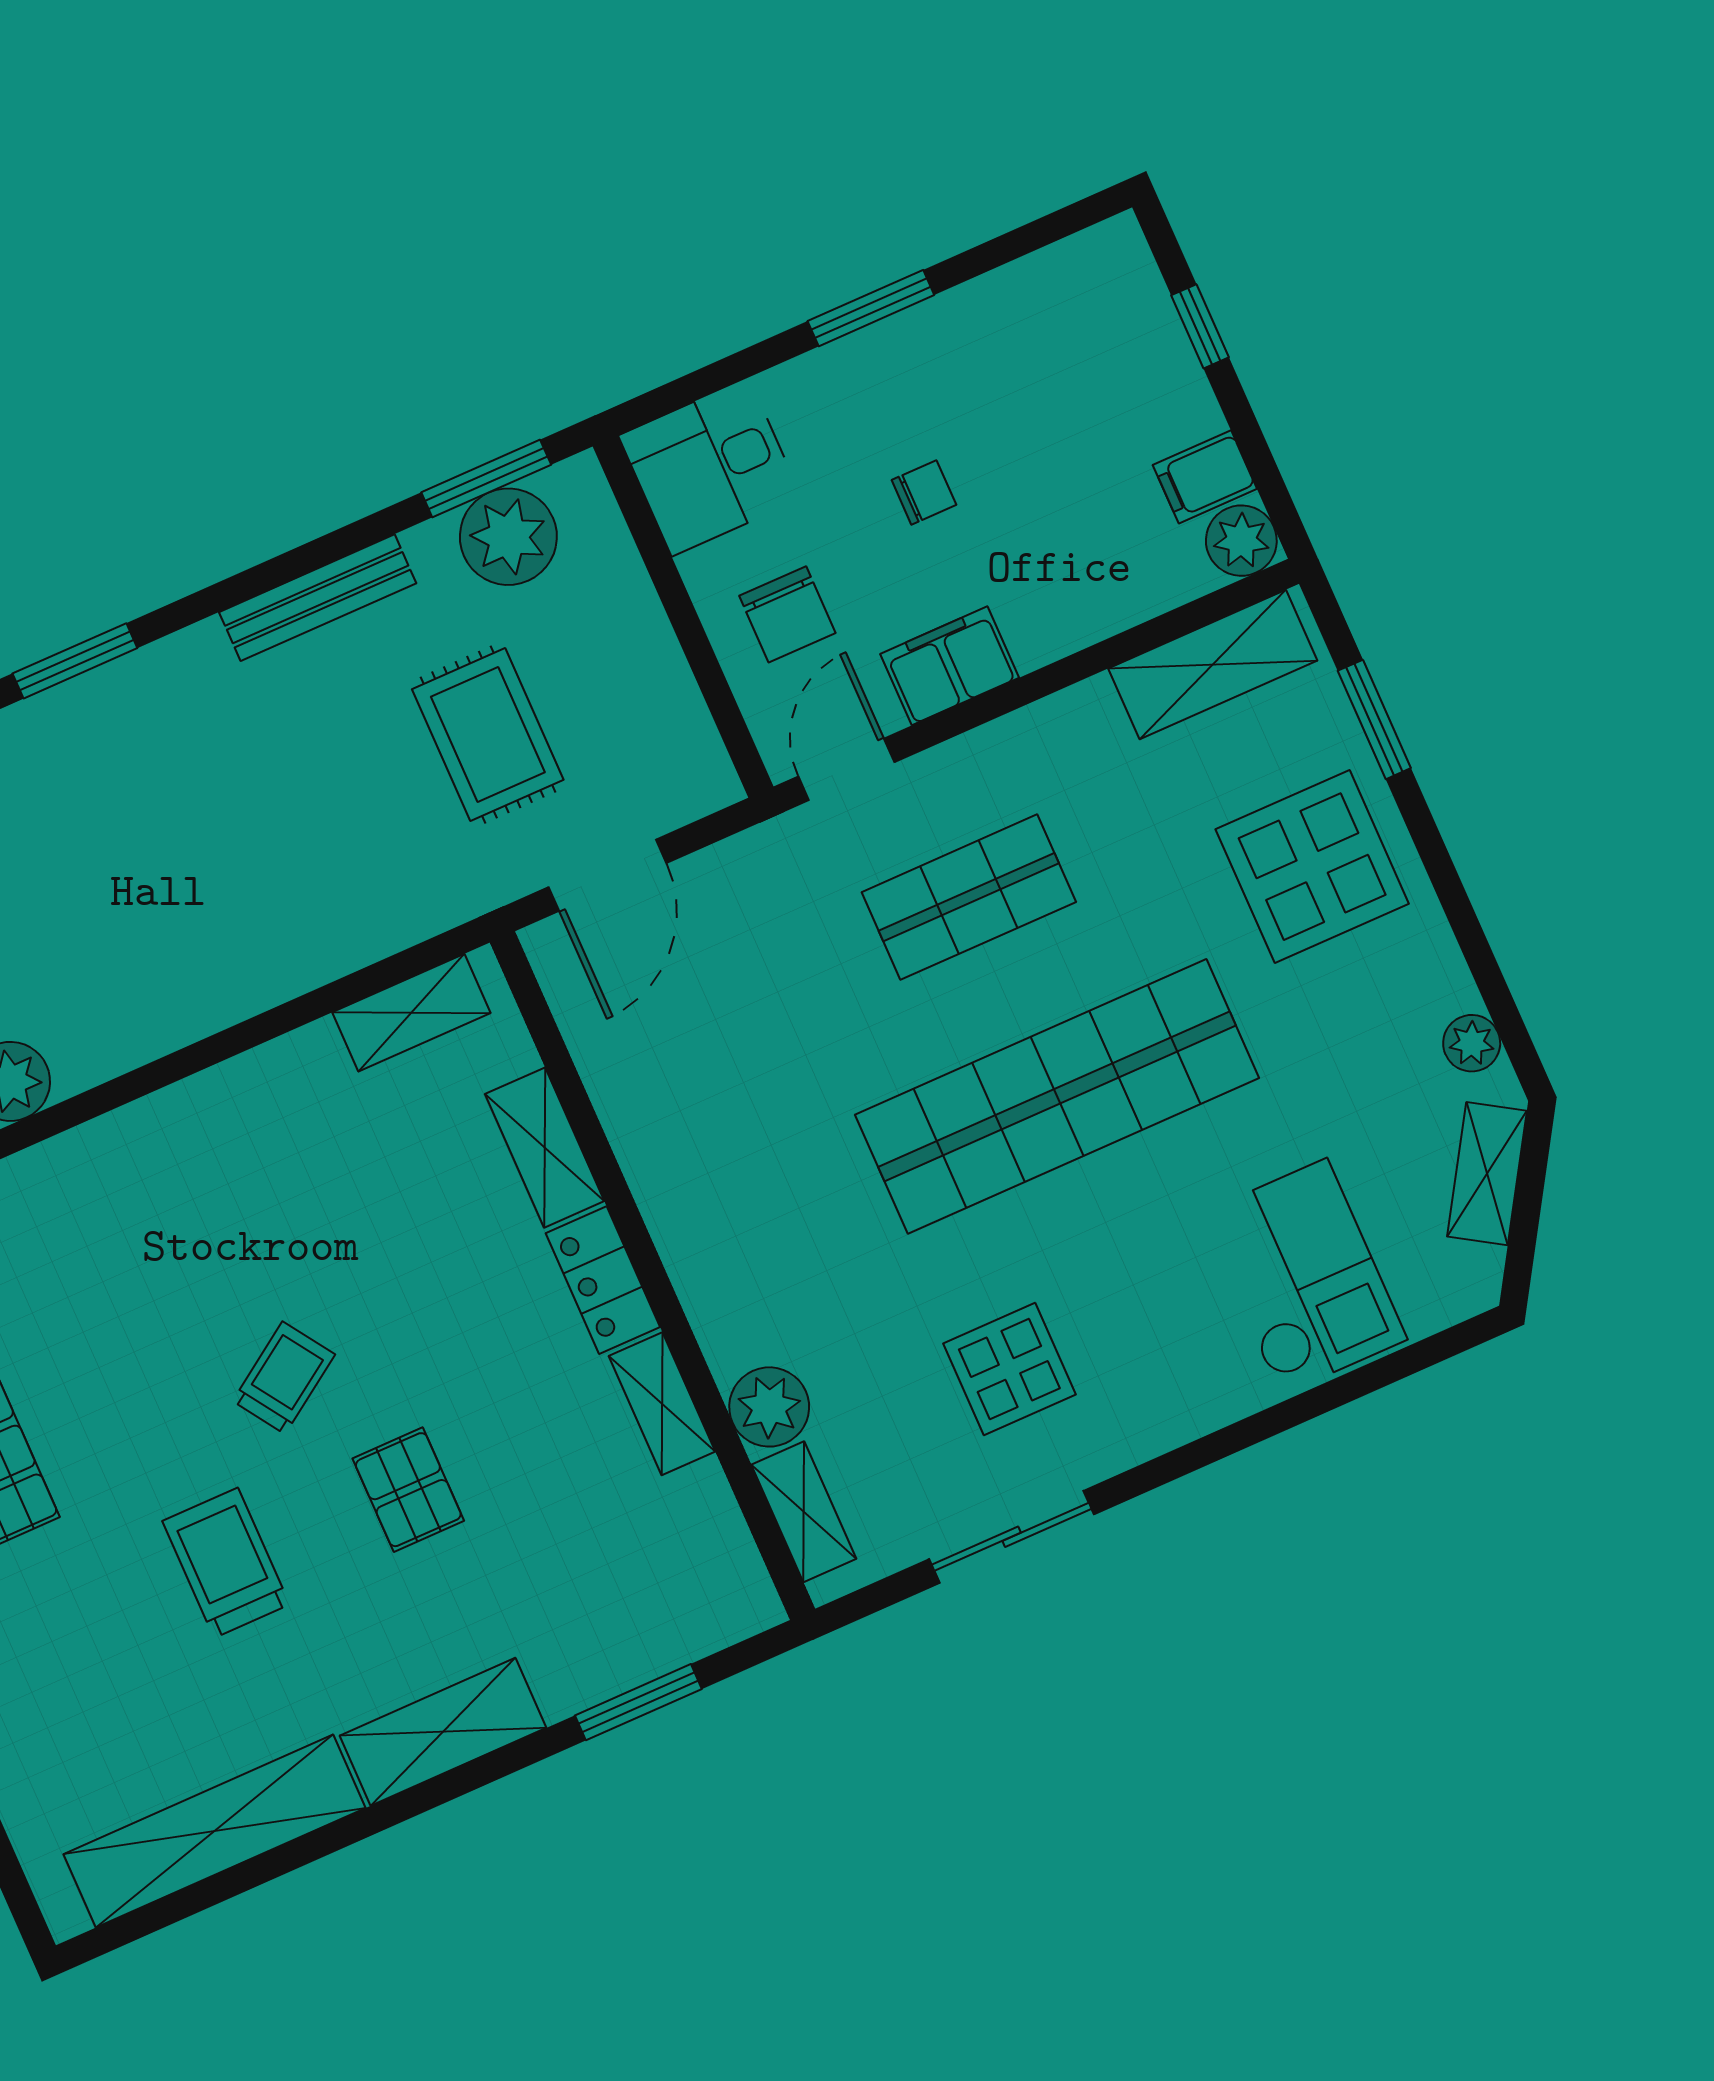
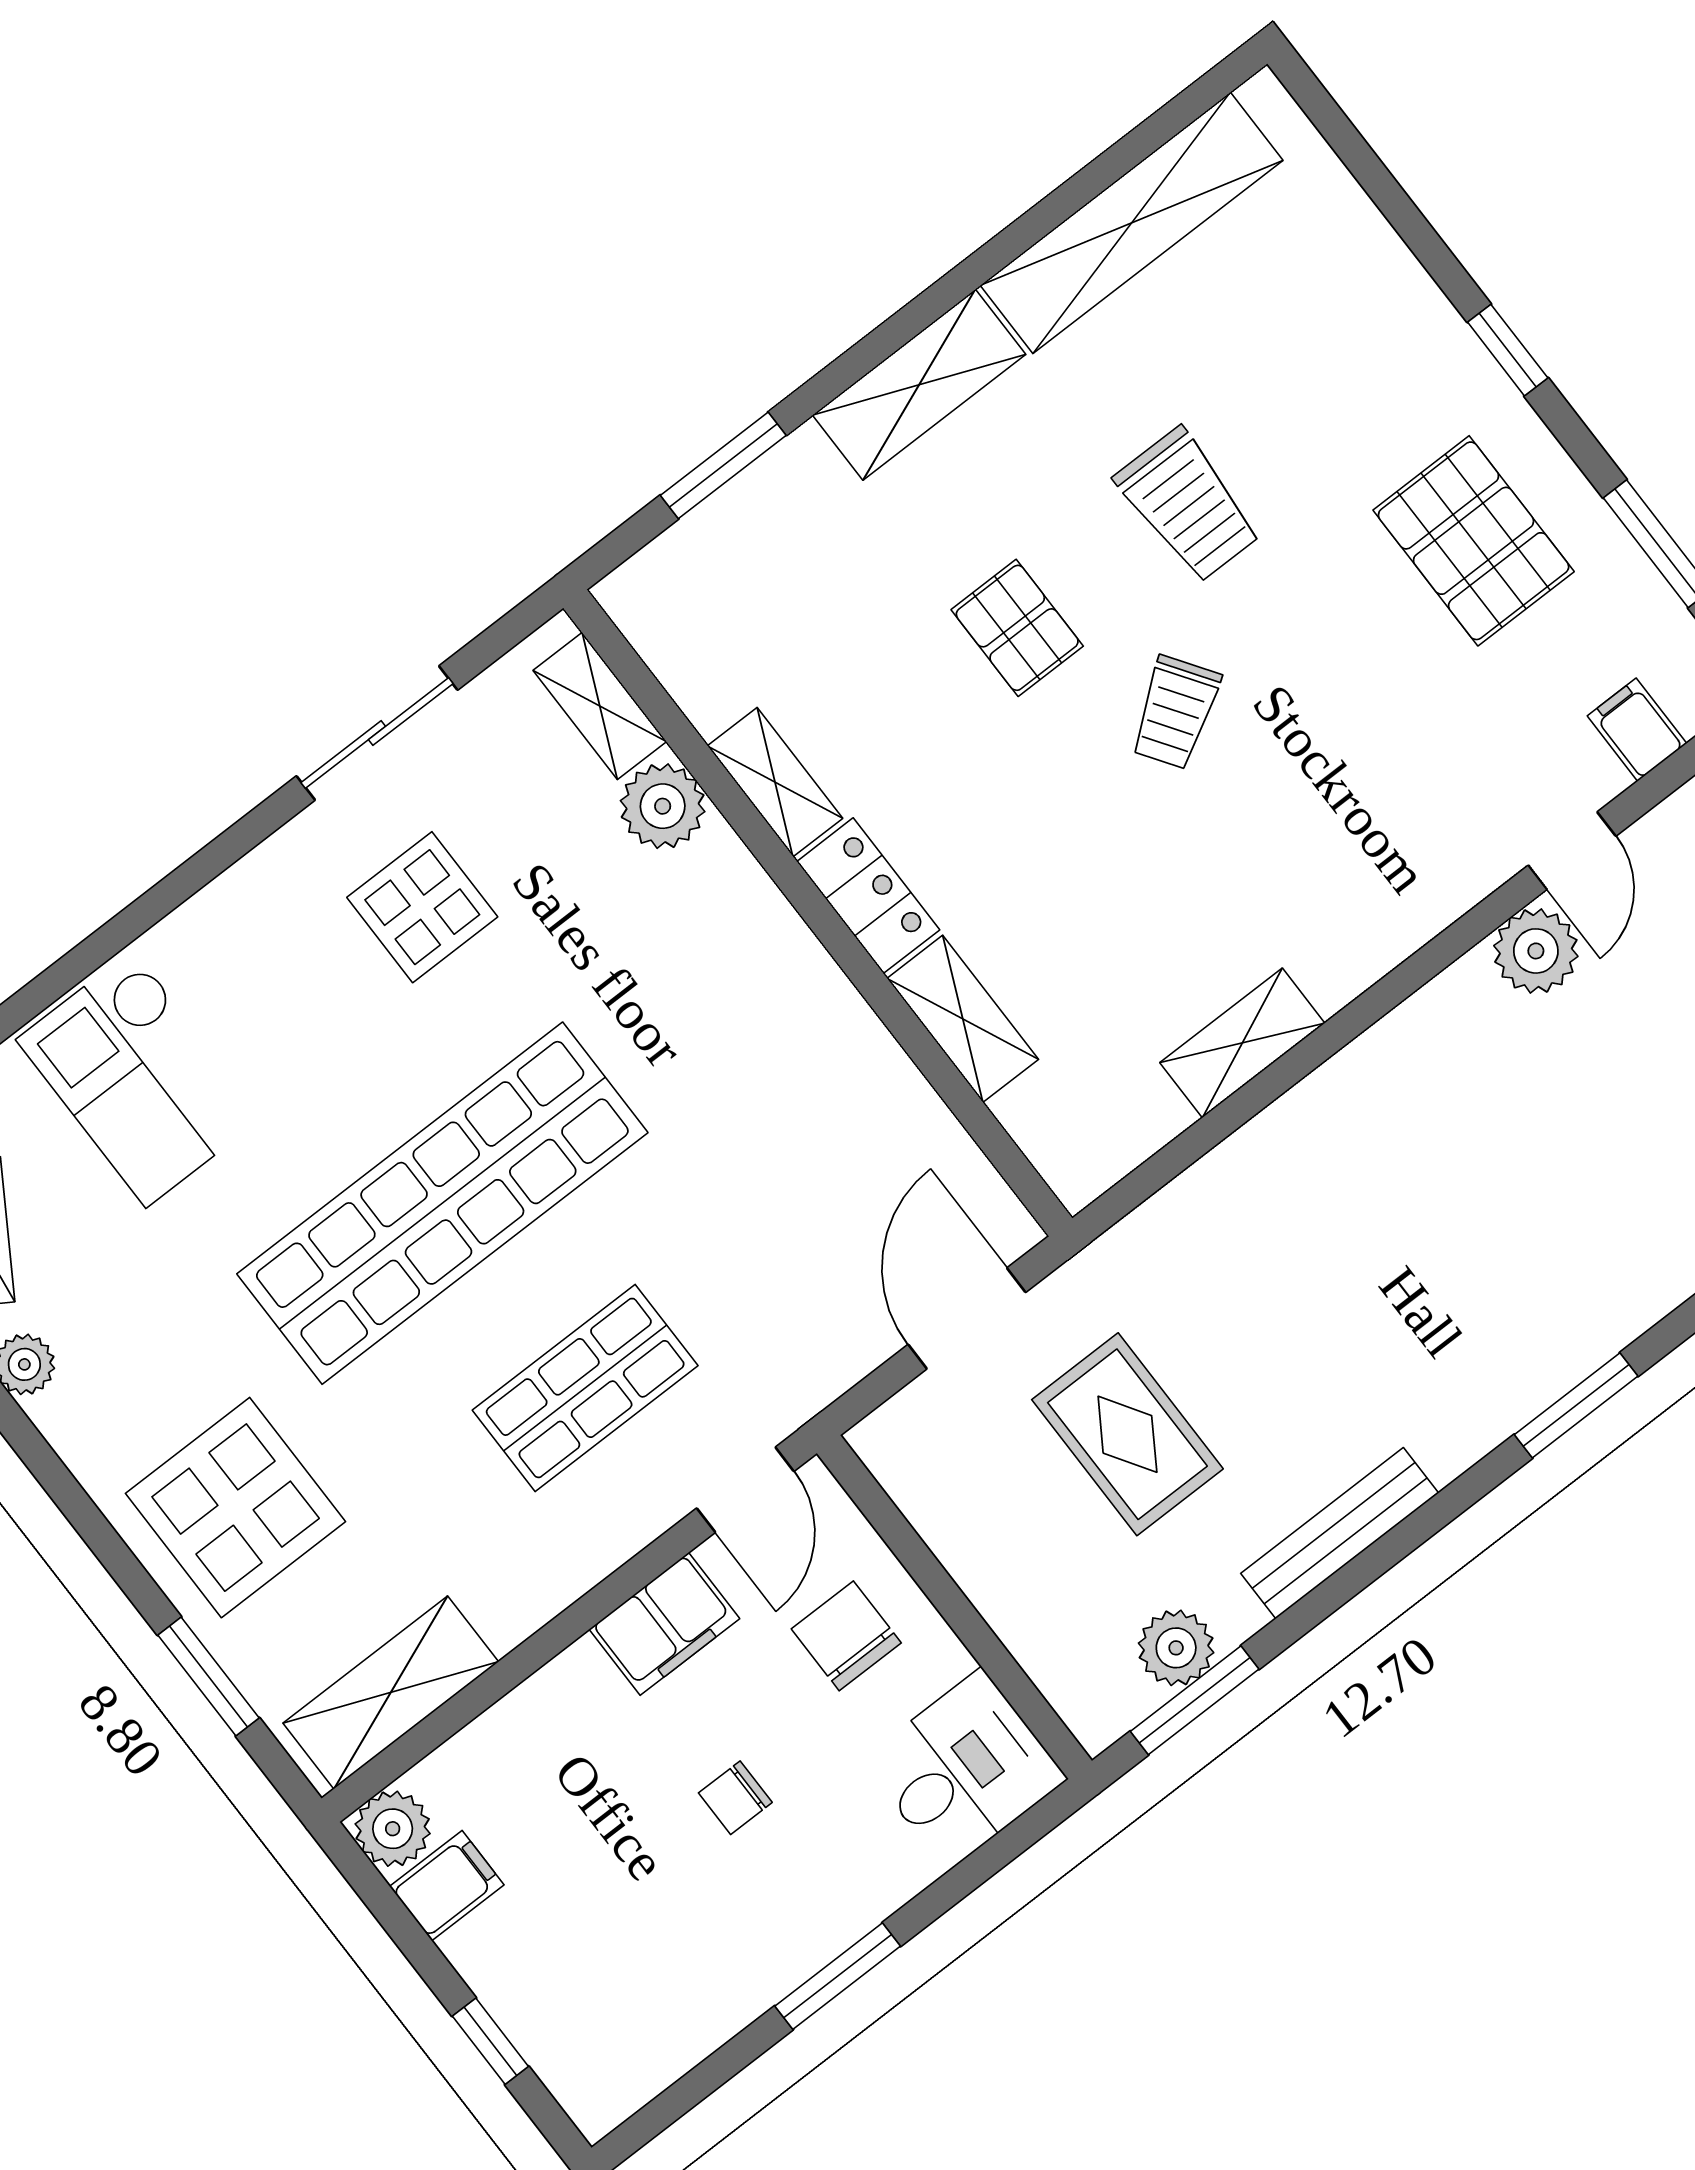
plant: (508, 537) -> (1176, 1648), width x0.73, depth x0.73
shelving: (411, 1013) -> (1242, 1043), moved

